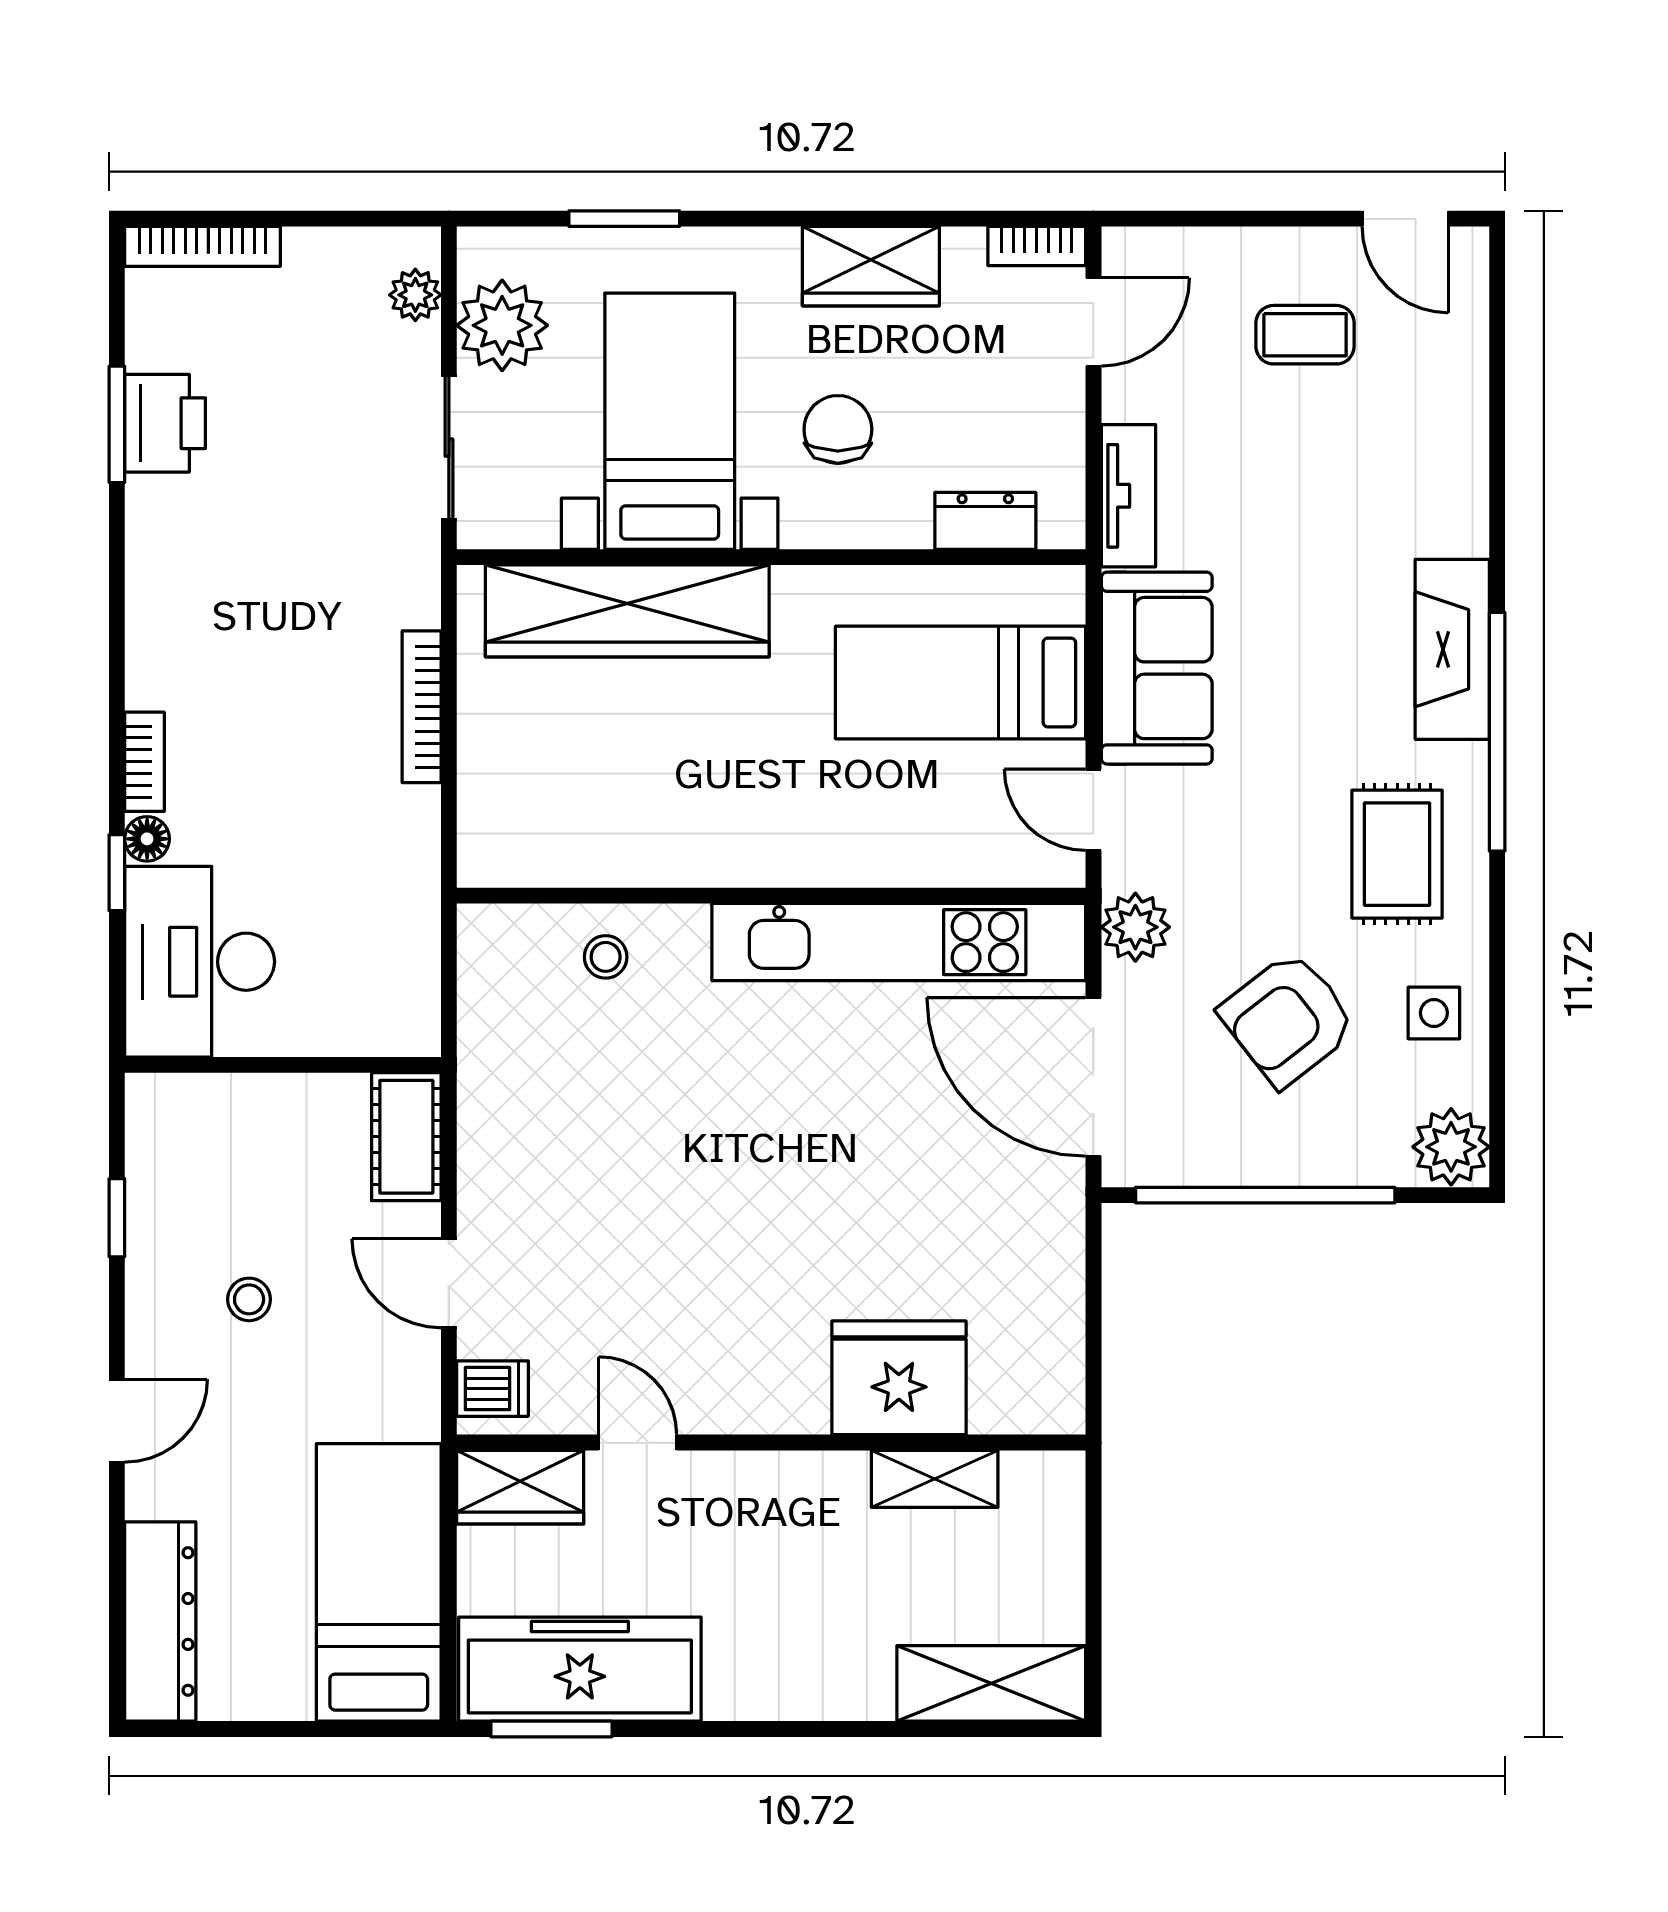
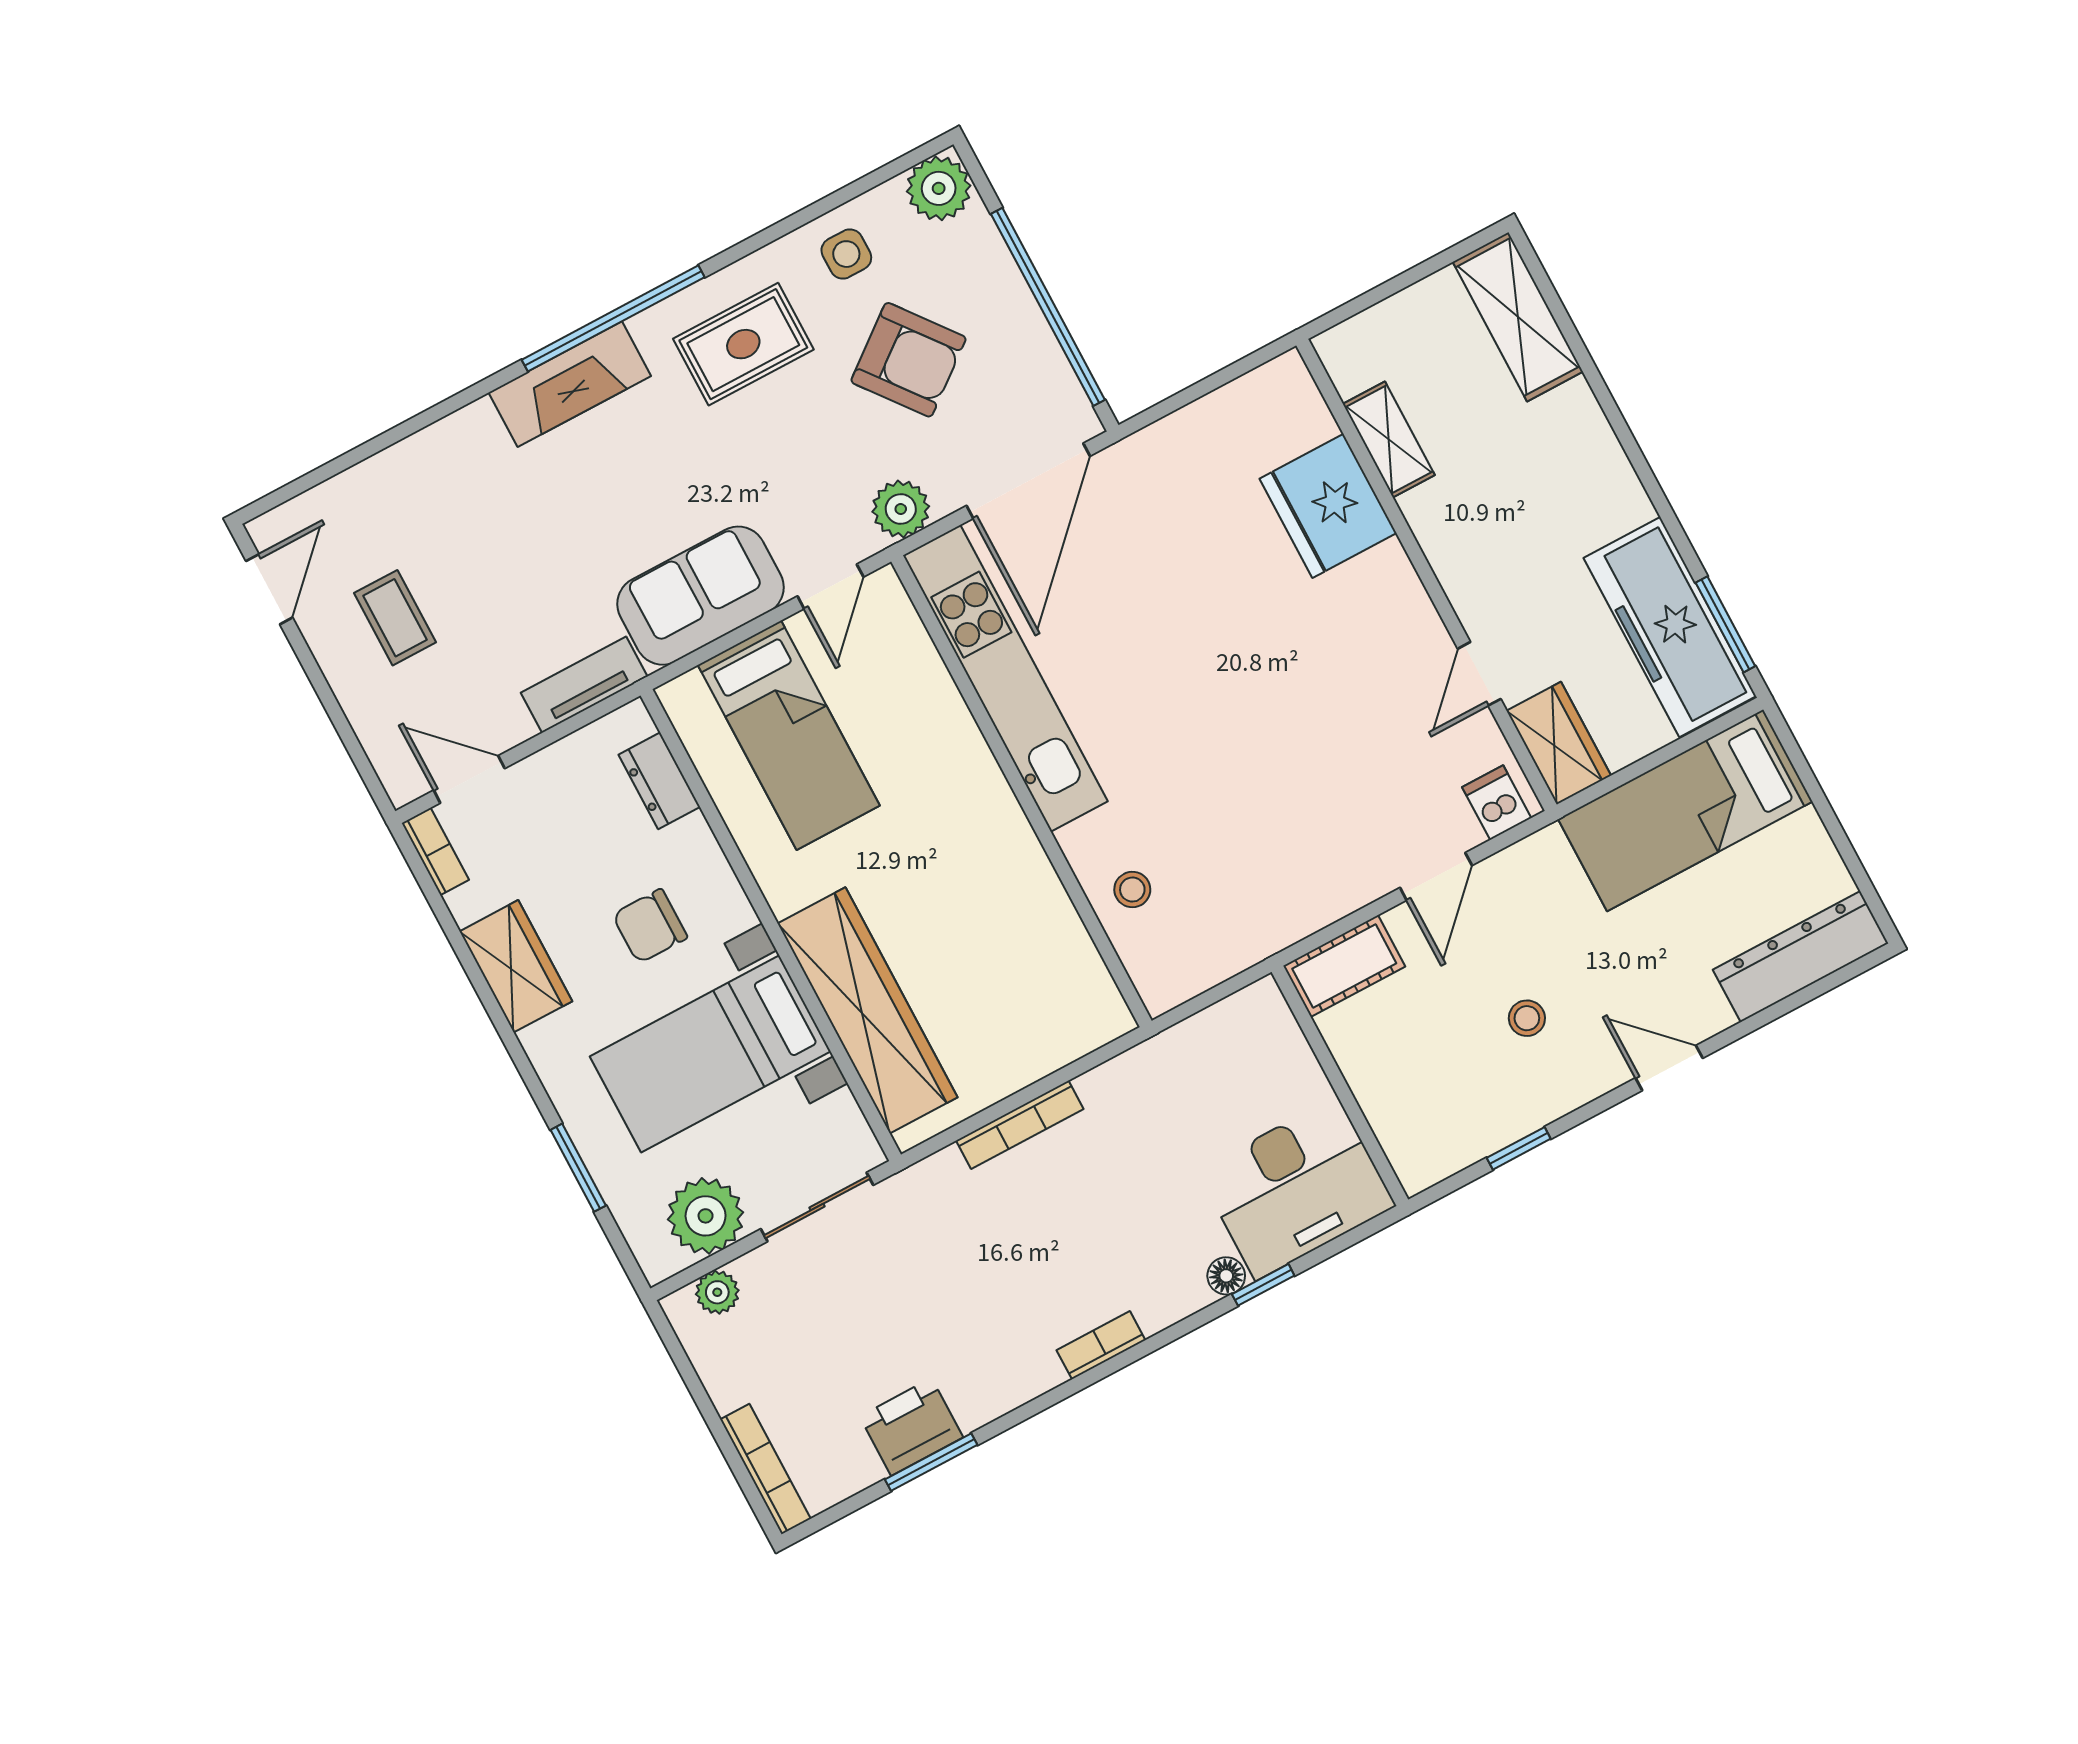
bookcase: (145, 762) -> (1101, 1345), moved

